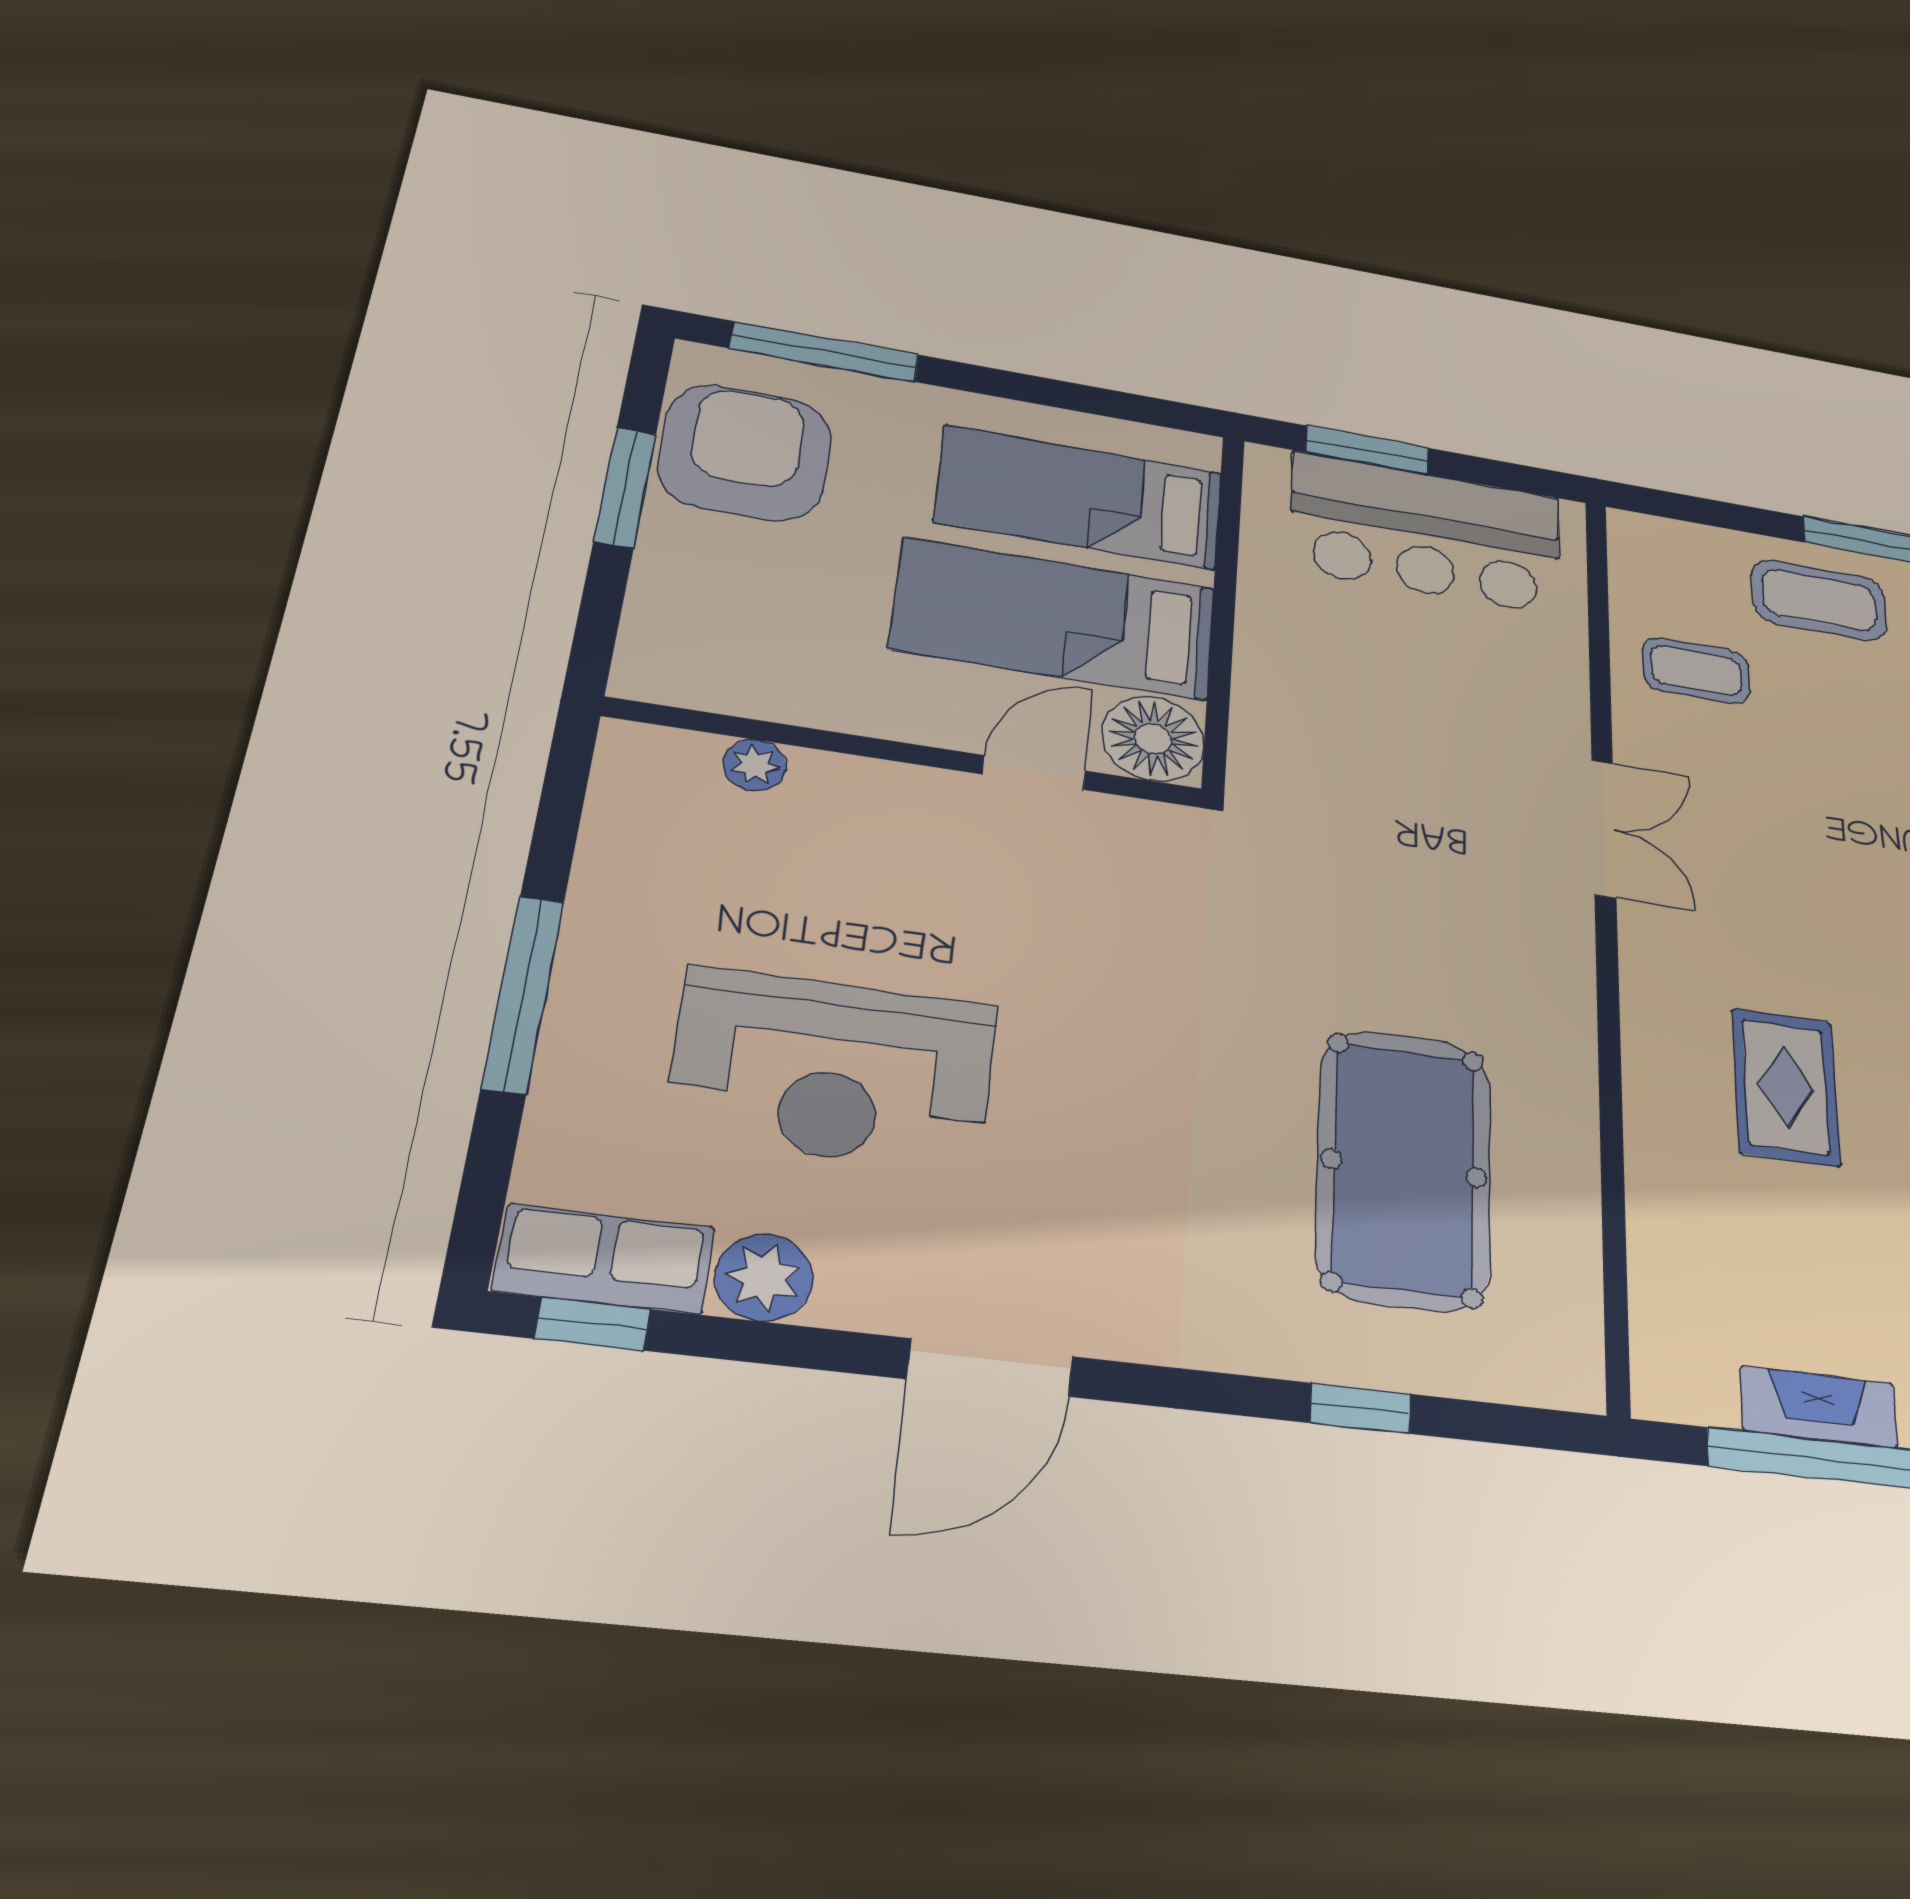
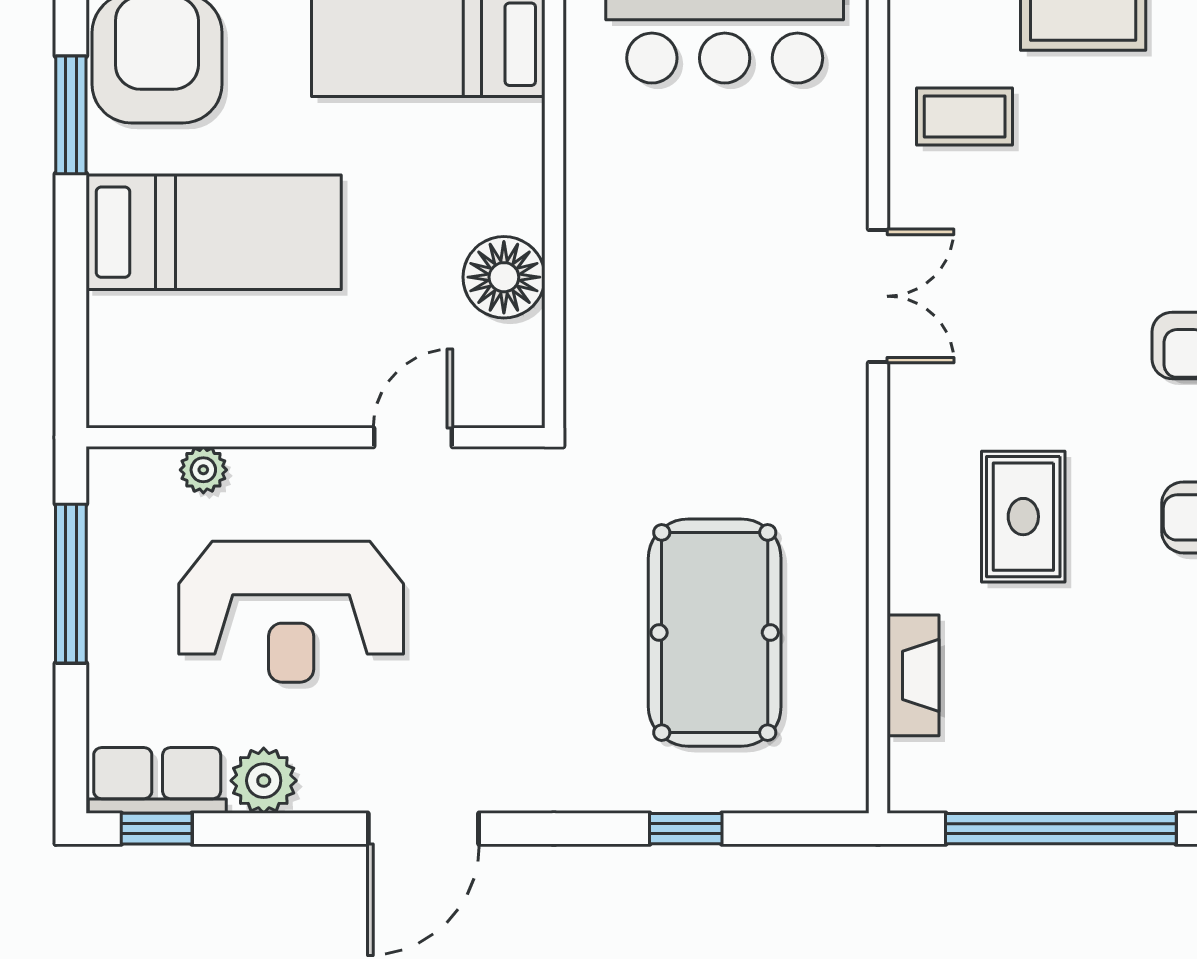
bed: (1055, 618) -> (214, 232), moved, turned 180
wall: (908, 753) -> (315, 437), moved
plant: (755, 765) -> (203, 470), moved
door: (1034, 773) -> (413, 437), moved
fireplace: (1819, 1407) -> (913, 675), moved, turned 90

